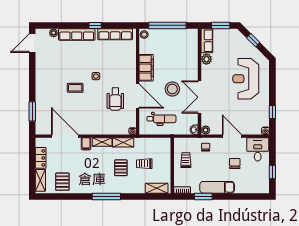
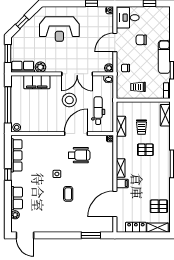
row of seats: (77, 34) -> (17, 198), width x0.68
filing cabinet: (146, 68) -> (37, 82), moved, turned 180
shelving: (123, 142) -> (121, 126), moved

